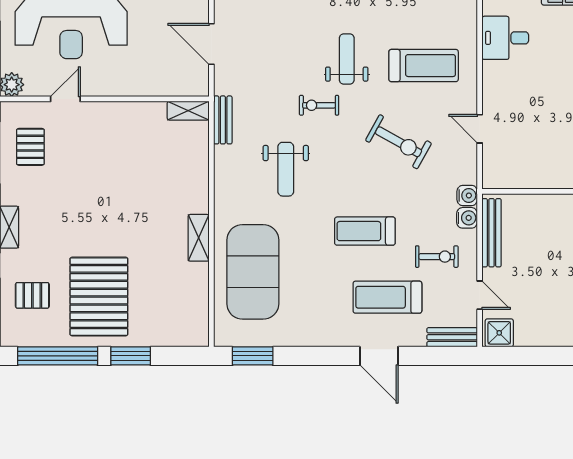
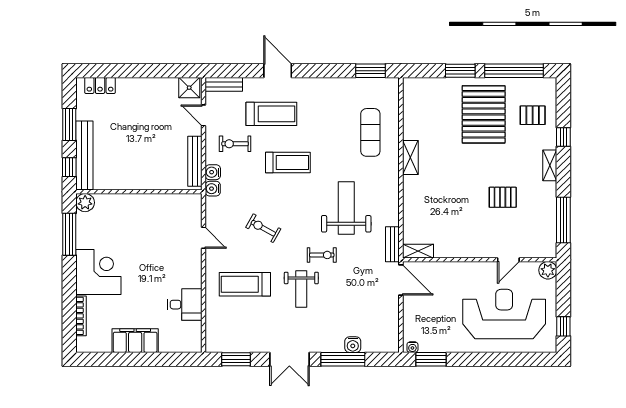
door: (211, 44) -> (401, 280), moved
exercise bike: (399, 142) -> (263, 228), width x0.73, depth x0.72
pallet: (30, 147) -> (503, 197), moved, turned 90
weight bench: (286, 169) -> (346, 208), width x1.36, depth x1.33
exercise mat: (253, 272) -> (370, 132), width x0.50, depth x0.69

